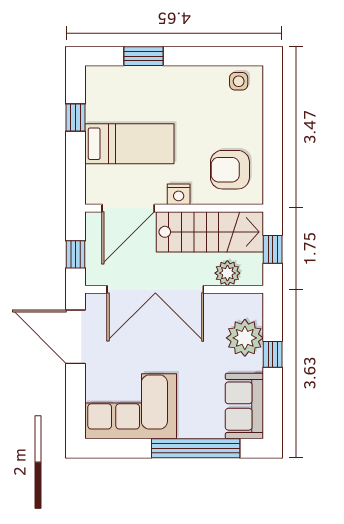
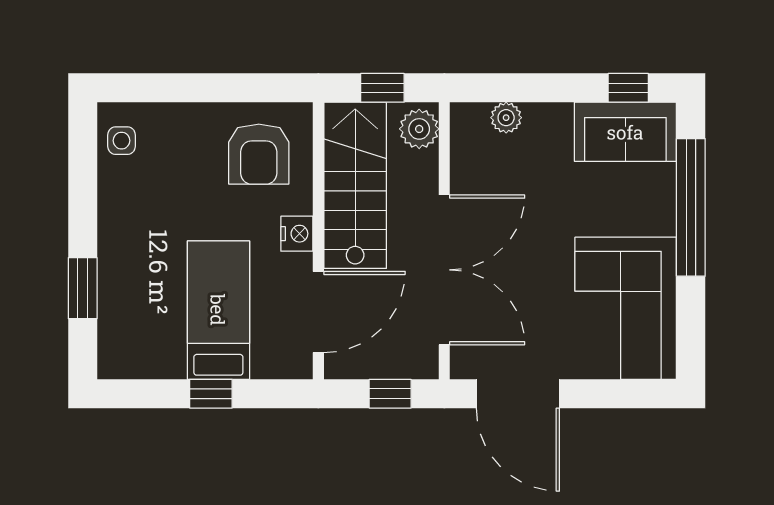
window: (75, 117) -> (211, 394), moved
door: (128, 208) -> (318, 312), hinge flipped
plant: (227, 273) -> (419, 129), moved
door: (75, 337) -> (518, 394), hinge flipped
plant: (245, 338) -> (506, 118), width x0.53, depth x0.53
window: (273, 354) -> (628, 88), moved

